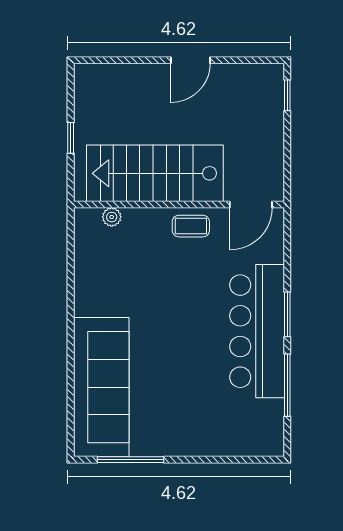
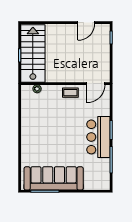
door: (190, 60) -> (86, 23), moved
stairs: (155, 173) -> (33, 54), moved, turned 90
bar counter: (257, 331) -> (98, 137), width x0.73
sofa: (101, 387) -> (54, 178), moved, turned -90

